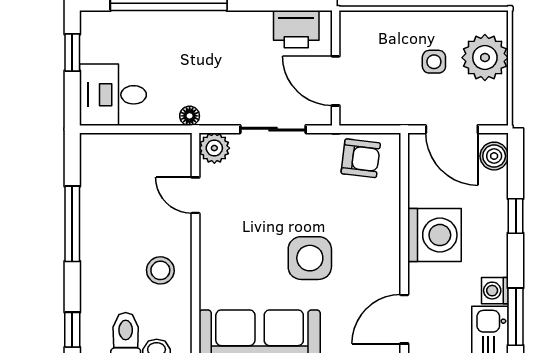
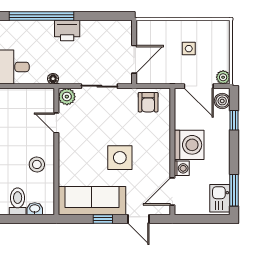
printer: (296, 29) -> (67, 31), moved
plant: (485, 58) -> (223, 77), moved, width x0.53, depth x0.53
door: (336, 81) -> (134, 59), swing flipped
armchair: (361, 158) -> (148, 102), turned 83
window: (516, 216) -> (234, 120), moved
washing machine: (495, 291) -> (182, 168), moved, turned 180

